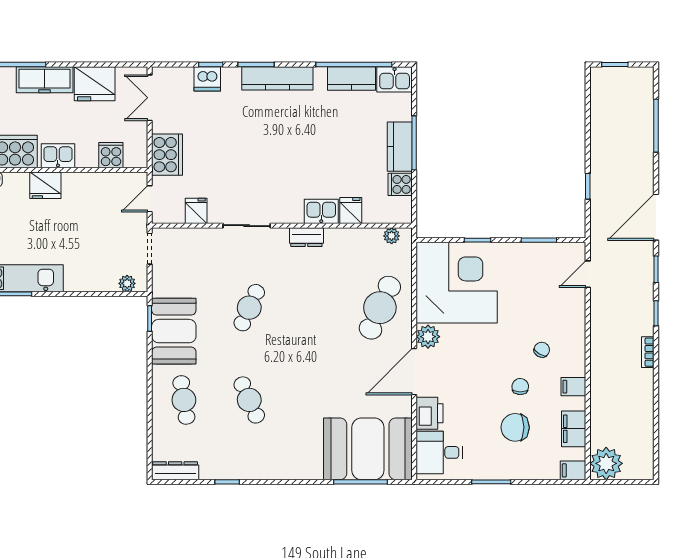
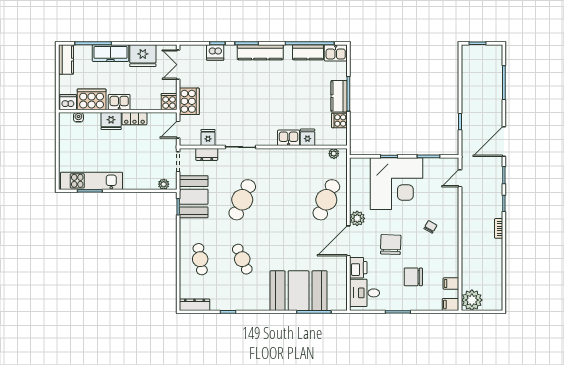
cooker: (111, 155) -> (169, 102), moved
locker: (82, 182) -> (134, 119), added
dresser: (306, 237) -> (207, 154), moved
corner desk: (457, 283) -> (397, 184), moved, turned 90
cafe table: (249, 308) -> (242, 200), width x1.37, depth x1.35
booth: (174, 331) -> (194, 197), moved
chair: (520, 387) -> (391, 245), moved, width x1.87, depth x1.87
filing cabinet: (573, 387) -> (451, 251), removed
filing cabinet: (574, 429) -> (451, 283), width x0.50
booth: (368, 449) -> (299, 291), moved

